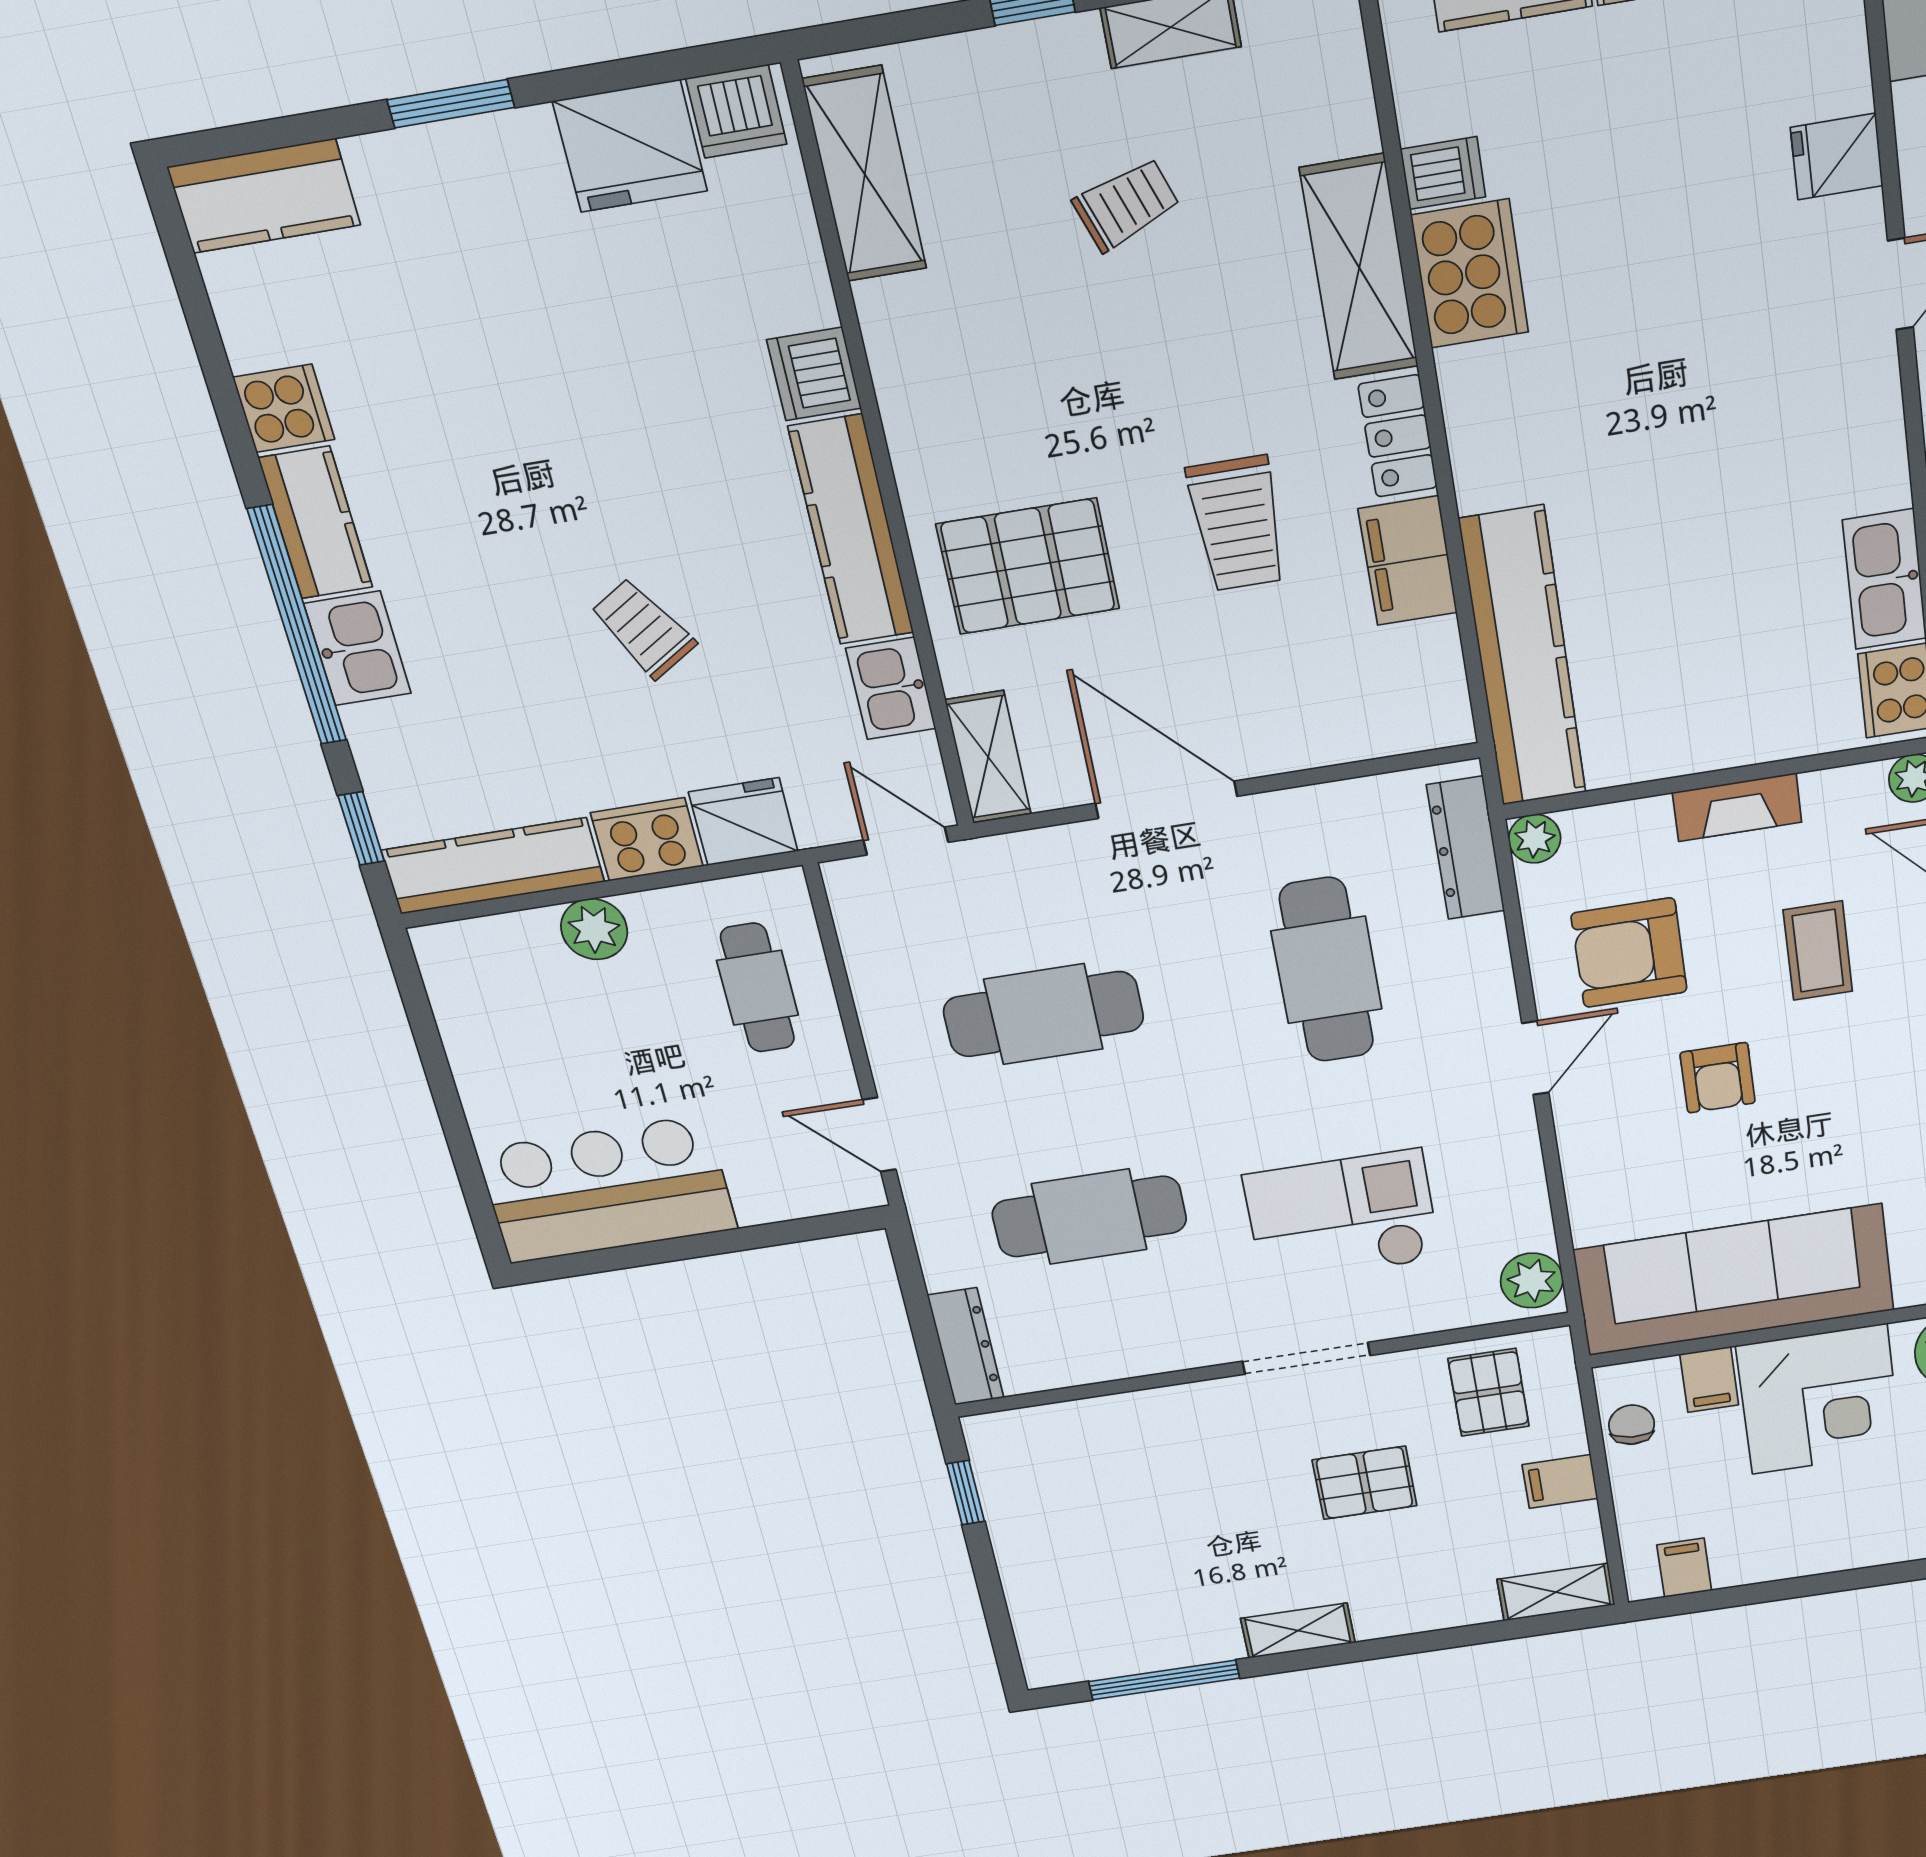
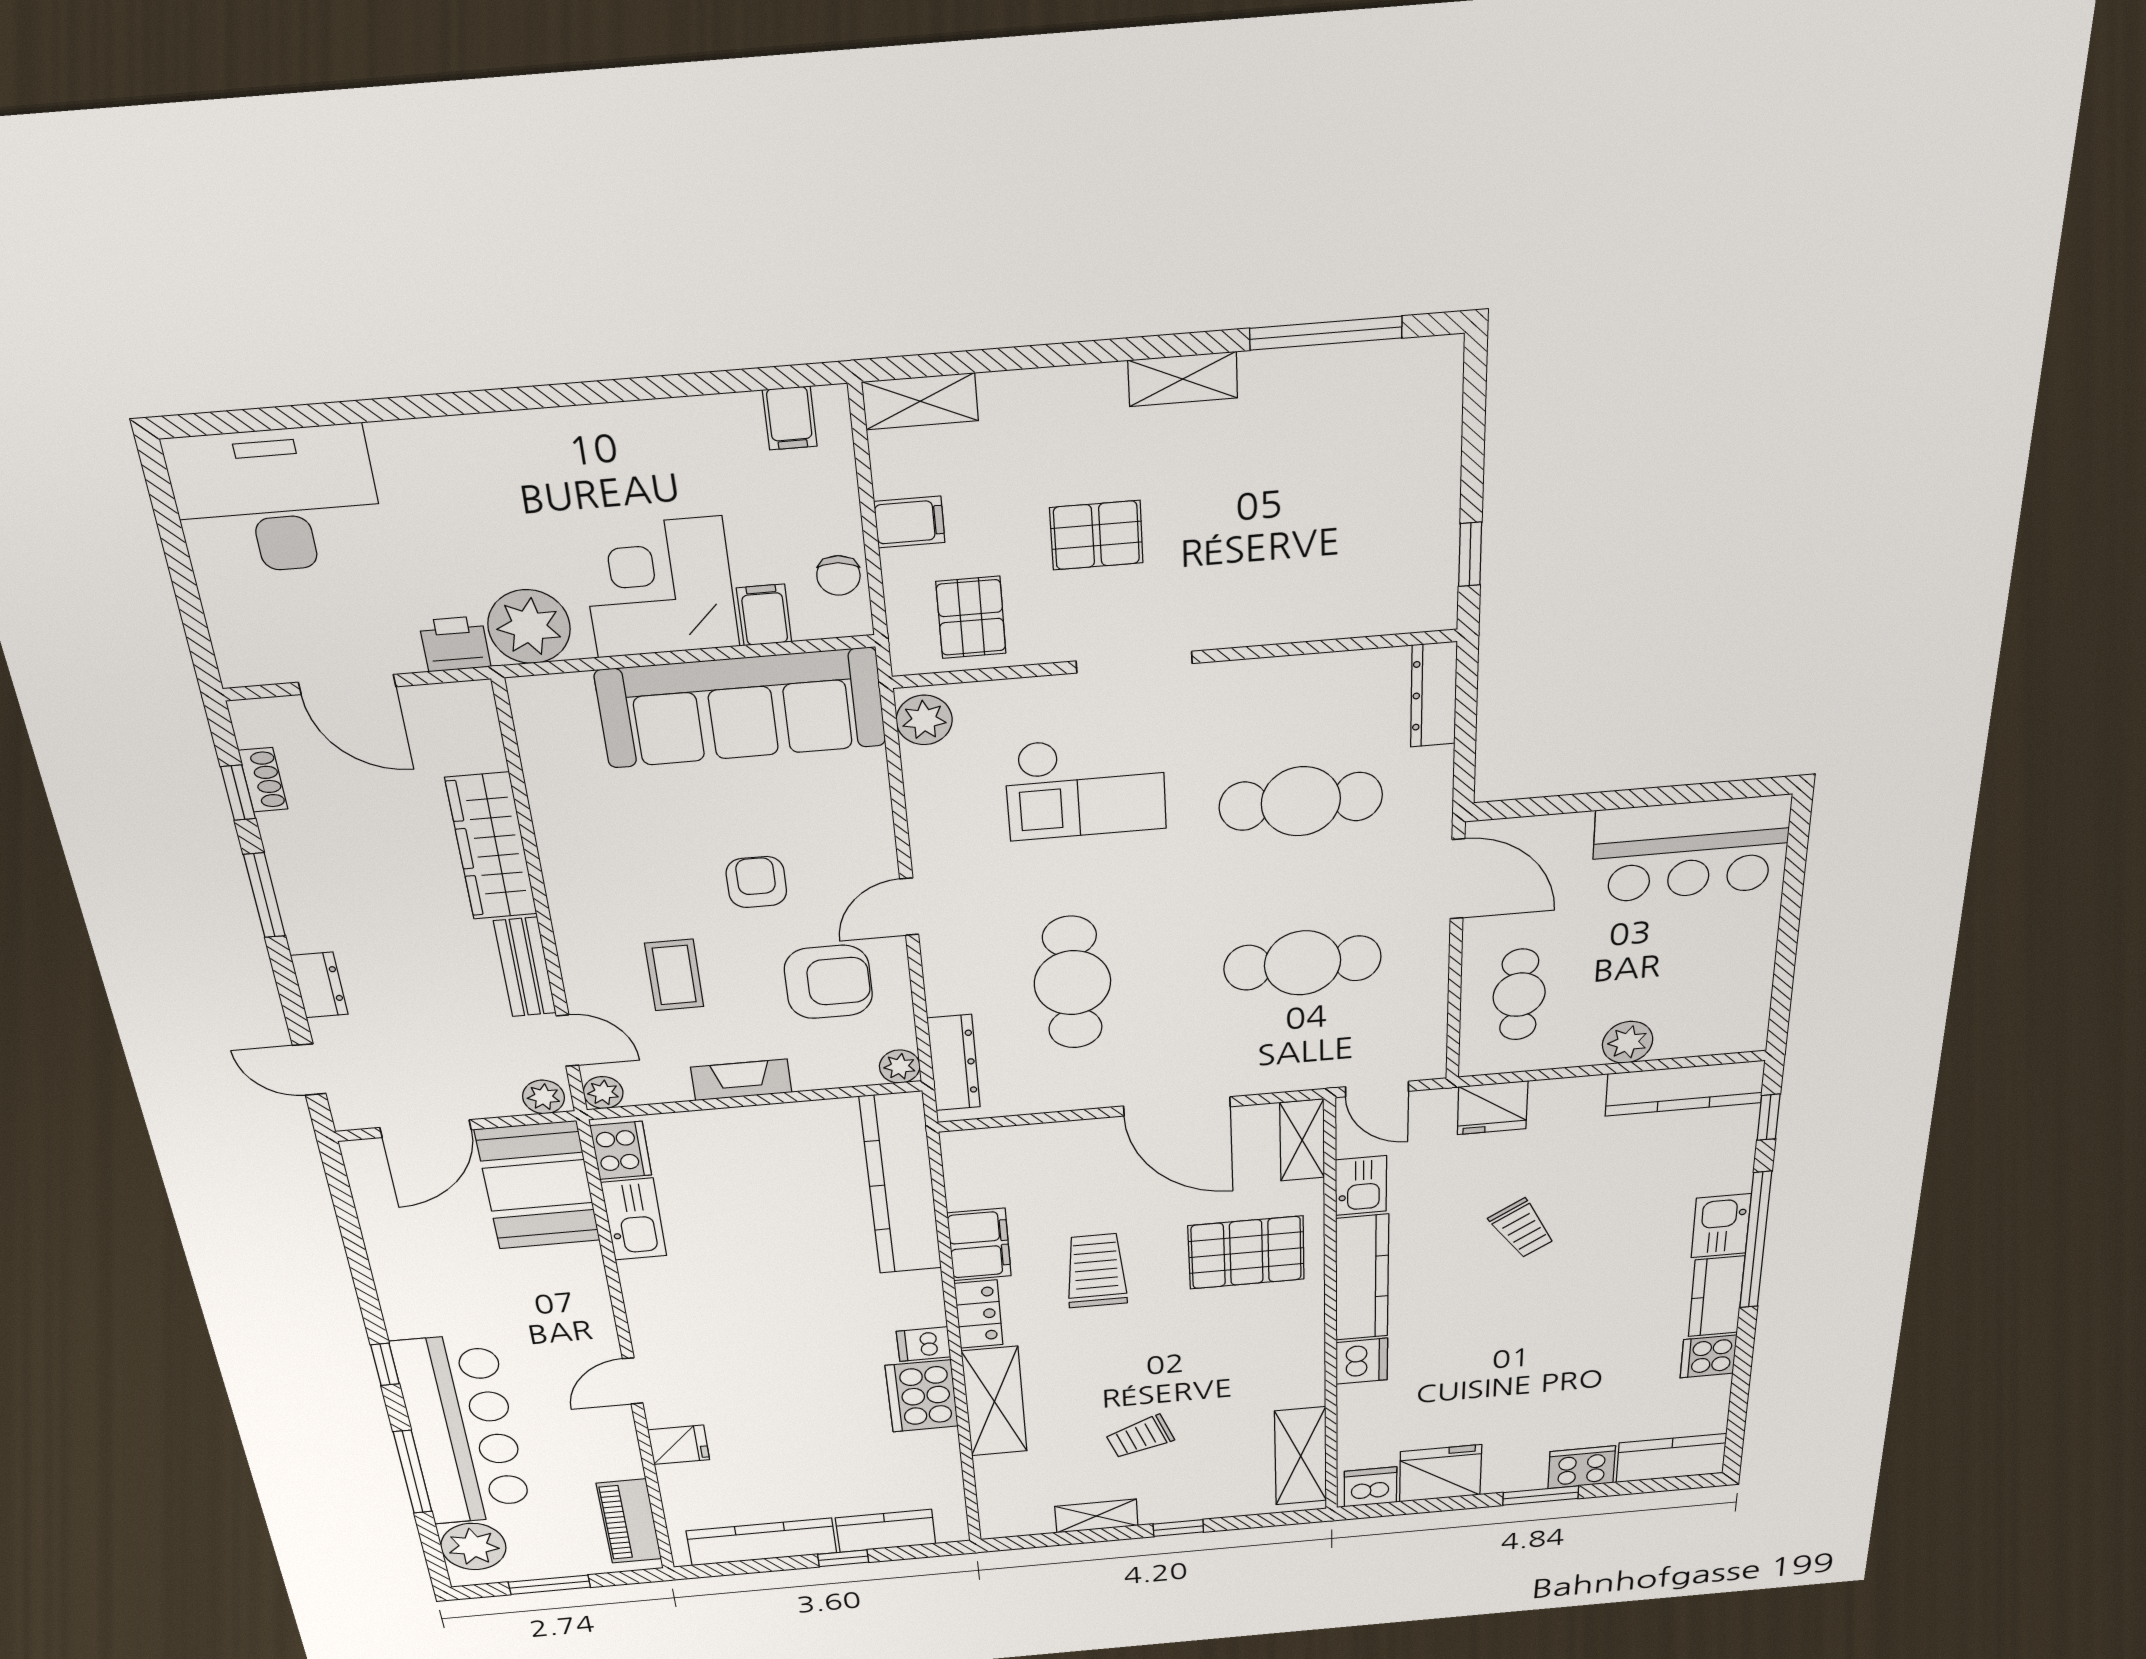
dishwasher: (1443, 173) -> (924, 1344), moved
cooker: (647, 839) -> (1582, 1467), moved, turned 180
door: (879, 1135) -> (1457, 879), width x1.38

